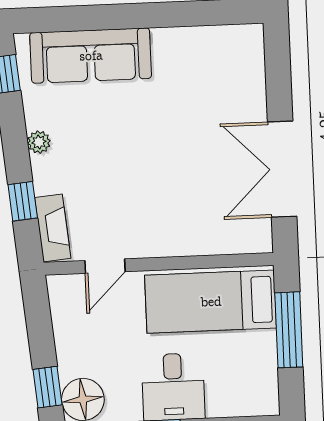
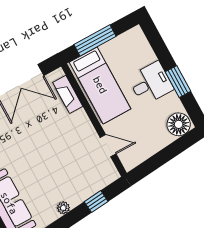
fireplace: (53, 228) -> (68, 94), moved, turned -85
window: (47, 387) -> (181, 145), removed

